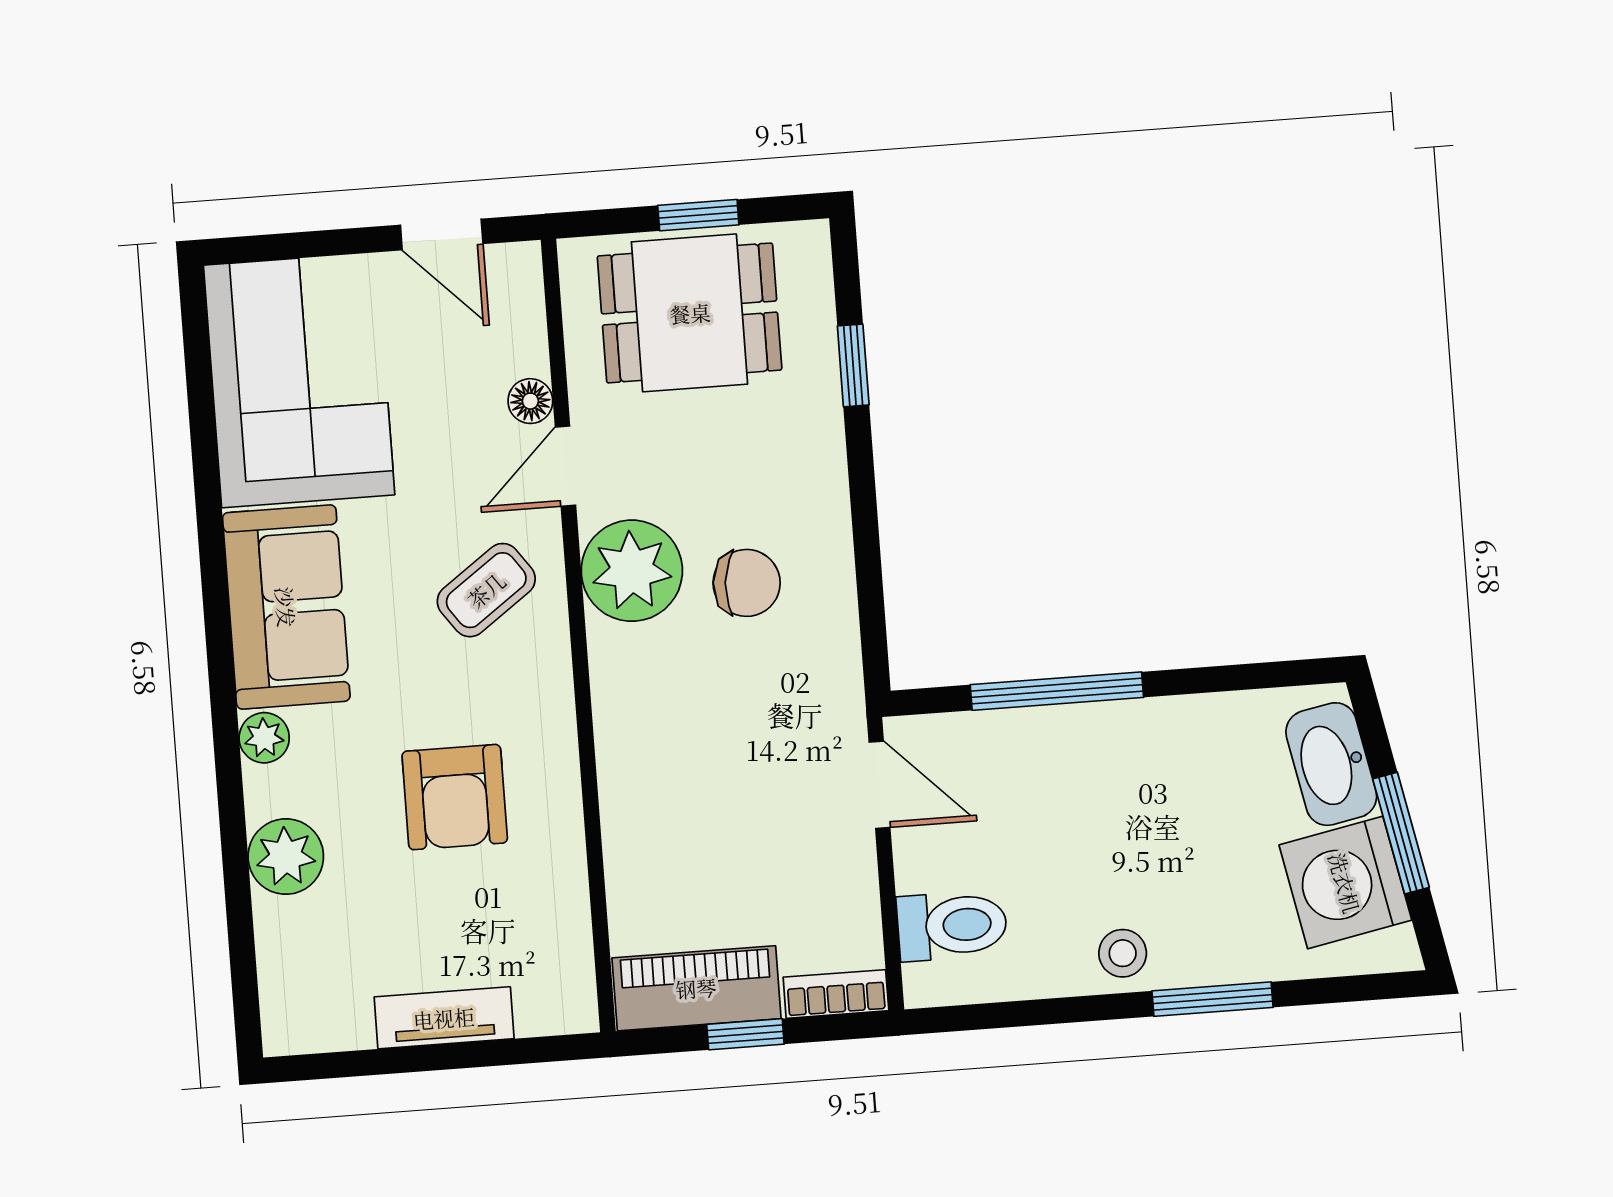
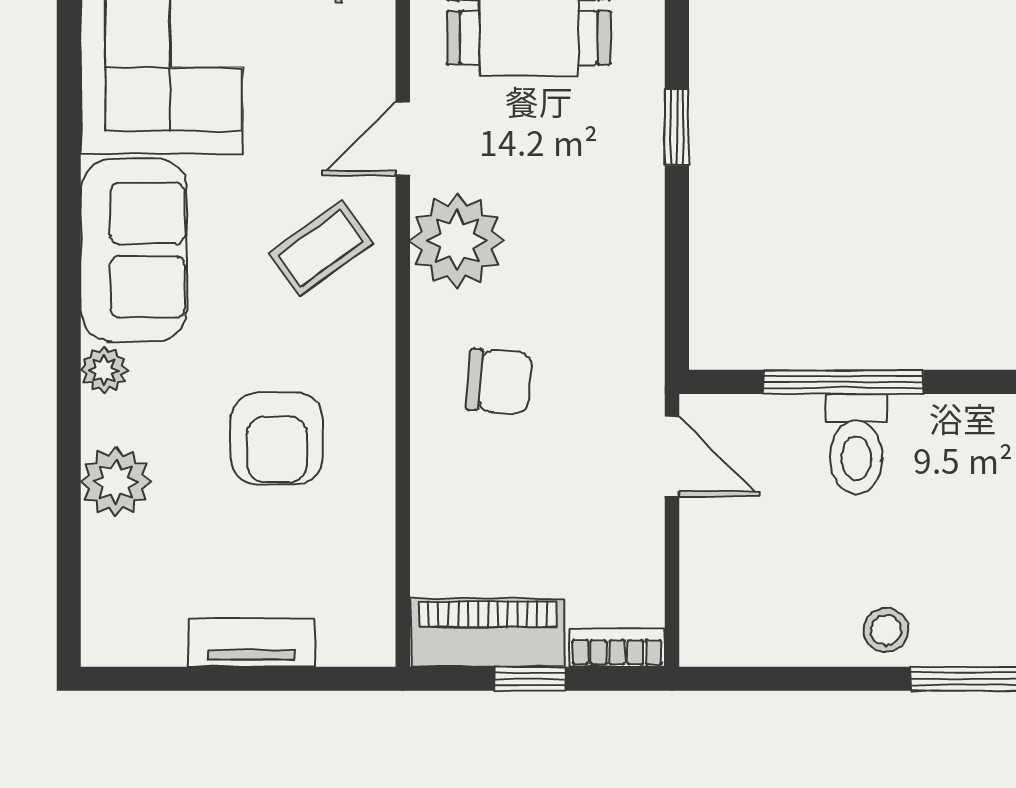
window: (853, 365) -> (677, 127), moved
floor lamp: (530, 401) -> (375, 76), removed
chair: (747, 583) -> (499, 382), moved
toilet: (952, 926) -> (856, 444), moved, turned 90

